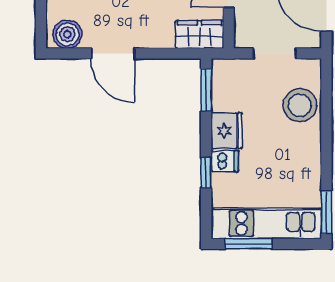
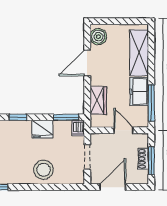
wardrobe: (200, 34) -> (98, 100), moved
stool: (300, 105) -> (43, 170), moved
dishwasher: (225, 161) -> (78, 128), moved

